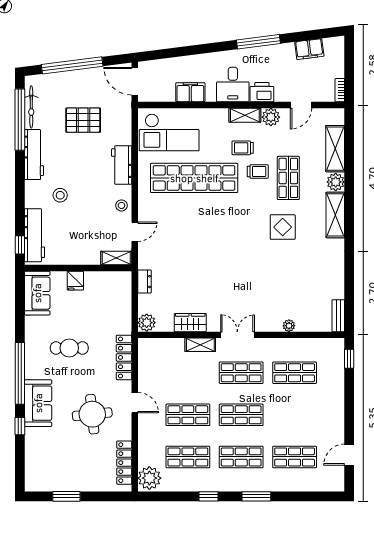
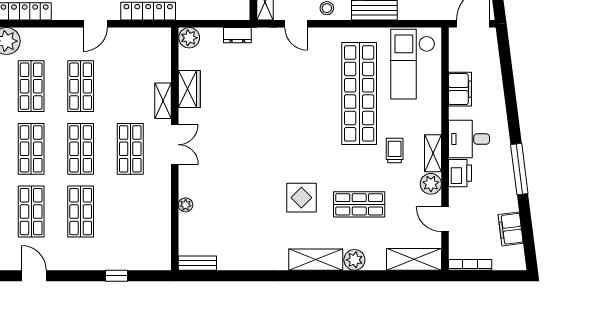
bookcase: (340, 90) -> (470, 265), width x1.56
shelving: (335, 149) -> (414, 259), moved
trolley: (258, 172) -> (367, 168), removed
window: (349, 359) -> (117, 276), moved
shop shelf: (295, 373) -> (81, 212), moved

